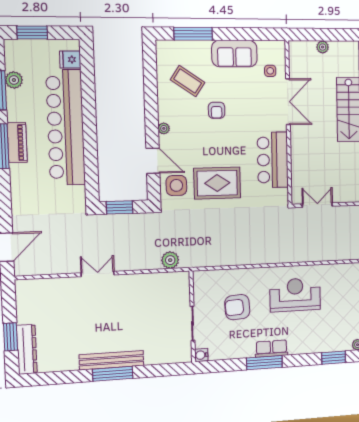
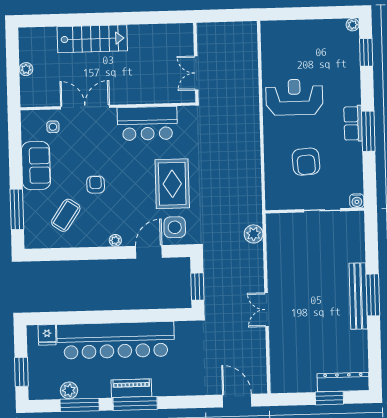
armchair: (217, 110) -> (96, 185), turned -90
reception desk: (295, 295) -> (294, 97), turned 90

